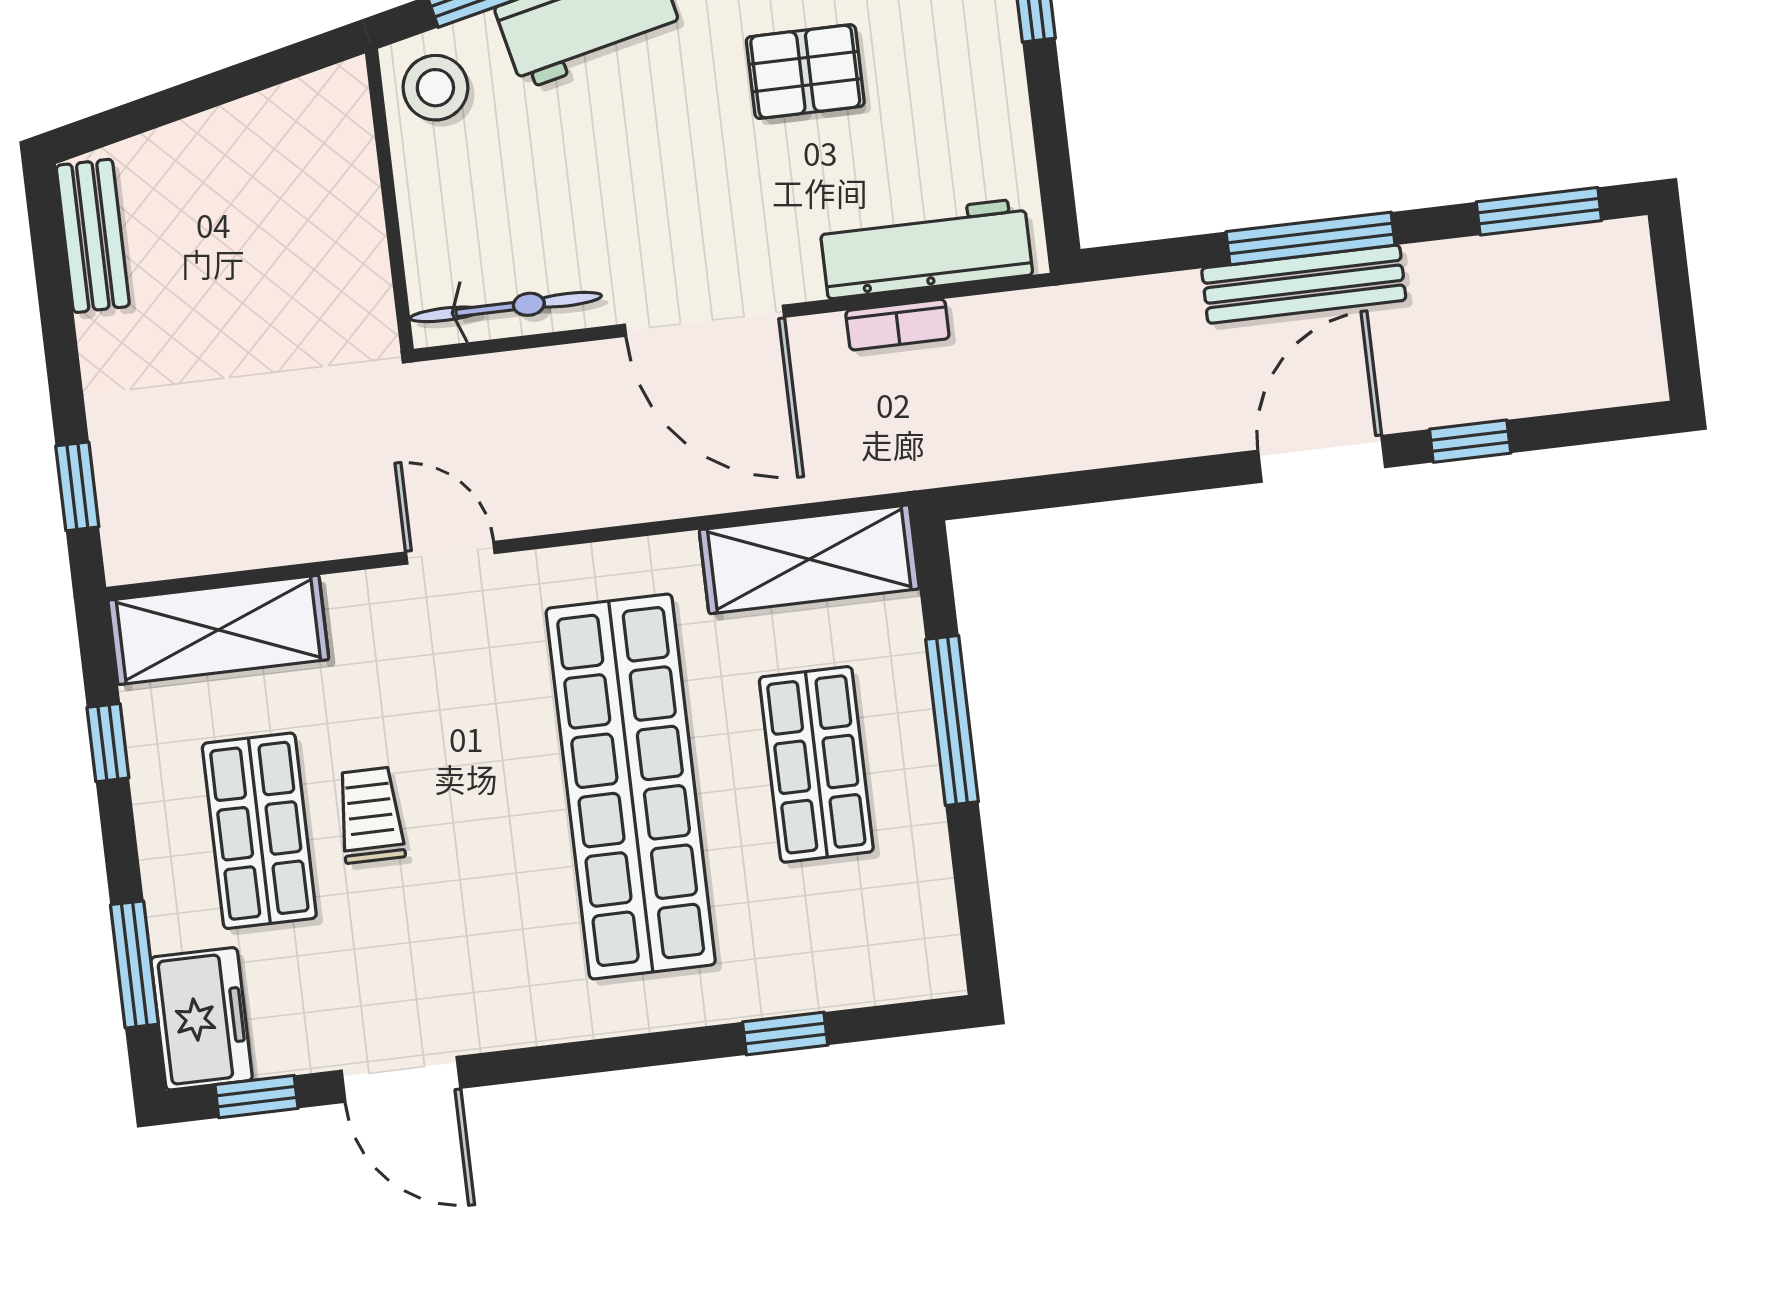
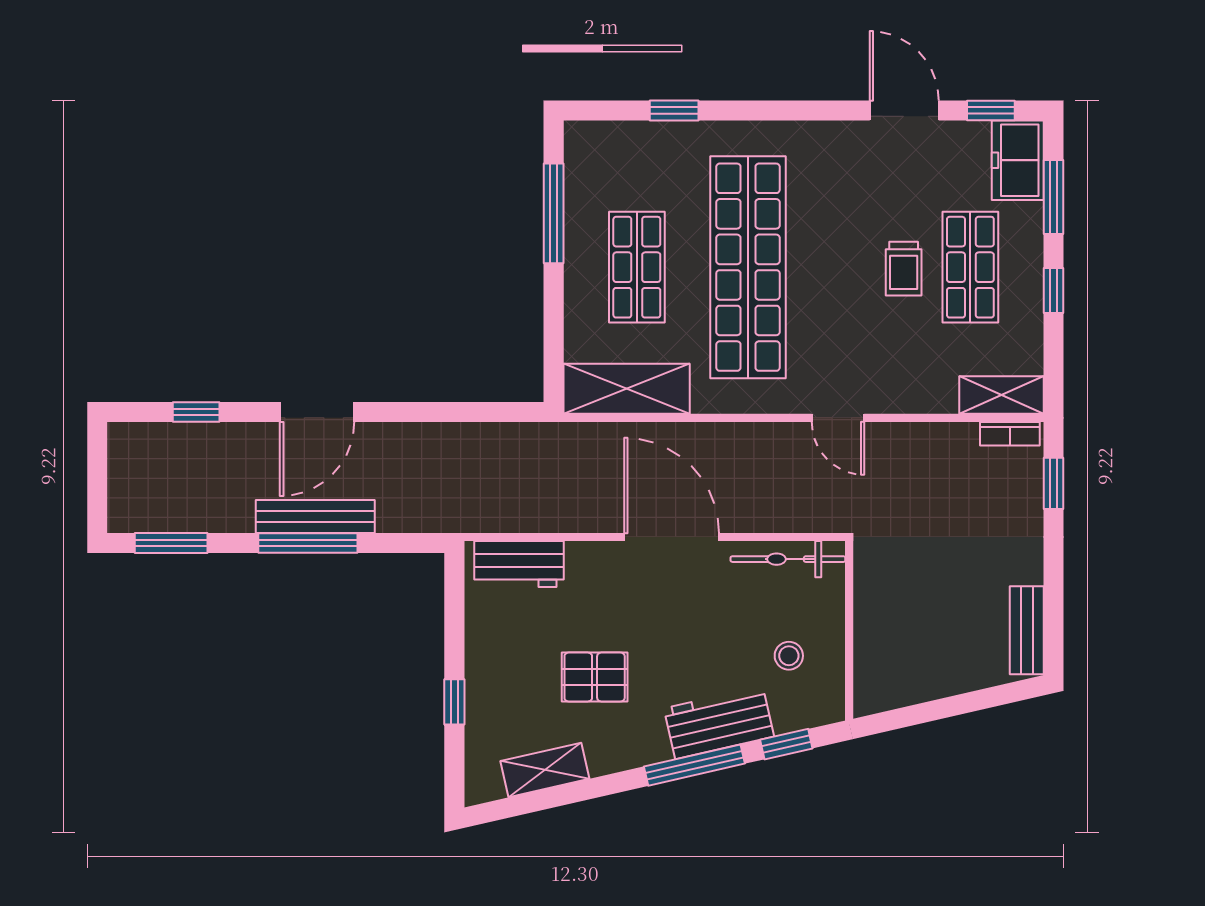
stool: (435, 88) -> (789, 656), moved, width x0.73, depth x0.73
workbench: (926, 249) -> (519, 564), width x0.73
bookcase: (897, 325) -> (1010, 434), moved, turned 180
window: (1470, 441) -> (196, 412), moved
shelving: (218, 630) -> (1001, 395), width x0.67, depth x0.75
window: (952, 721) -> (554, 213), moved
window: (108, 743) -> (1054, 291), moved

